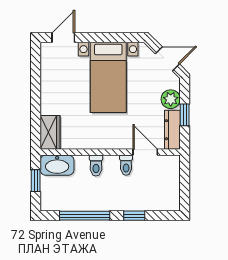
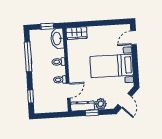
door: (63, 38) -> (134, 38), swing flipped
window: (134, 216) -> (31, 97), moved

